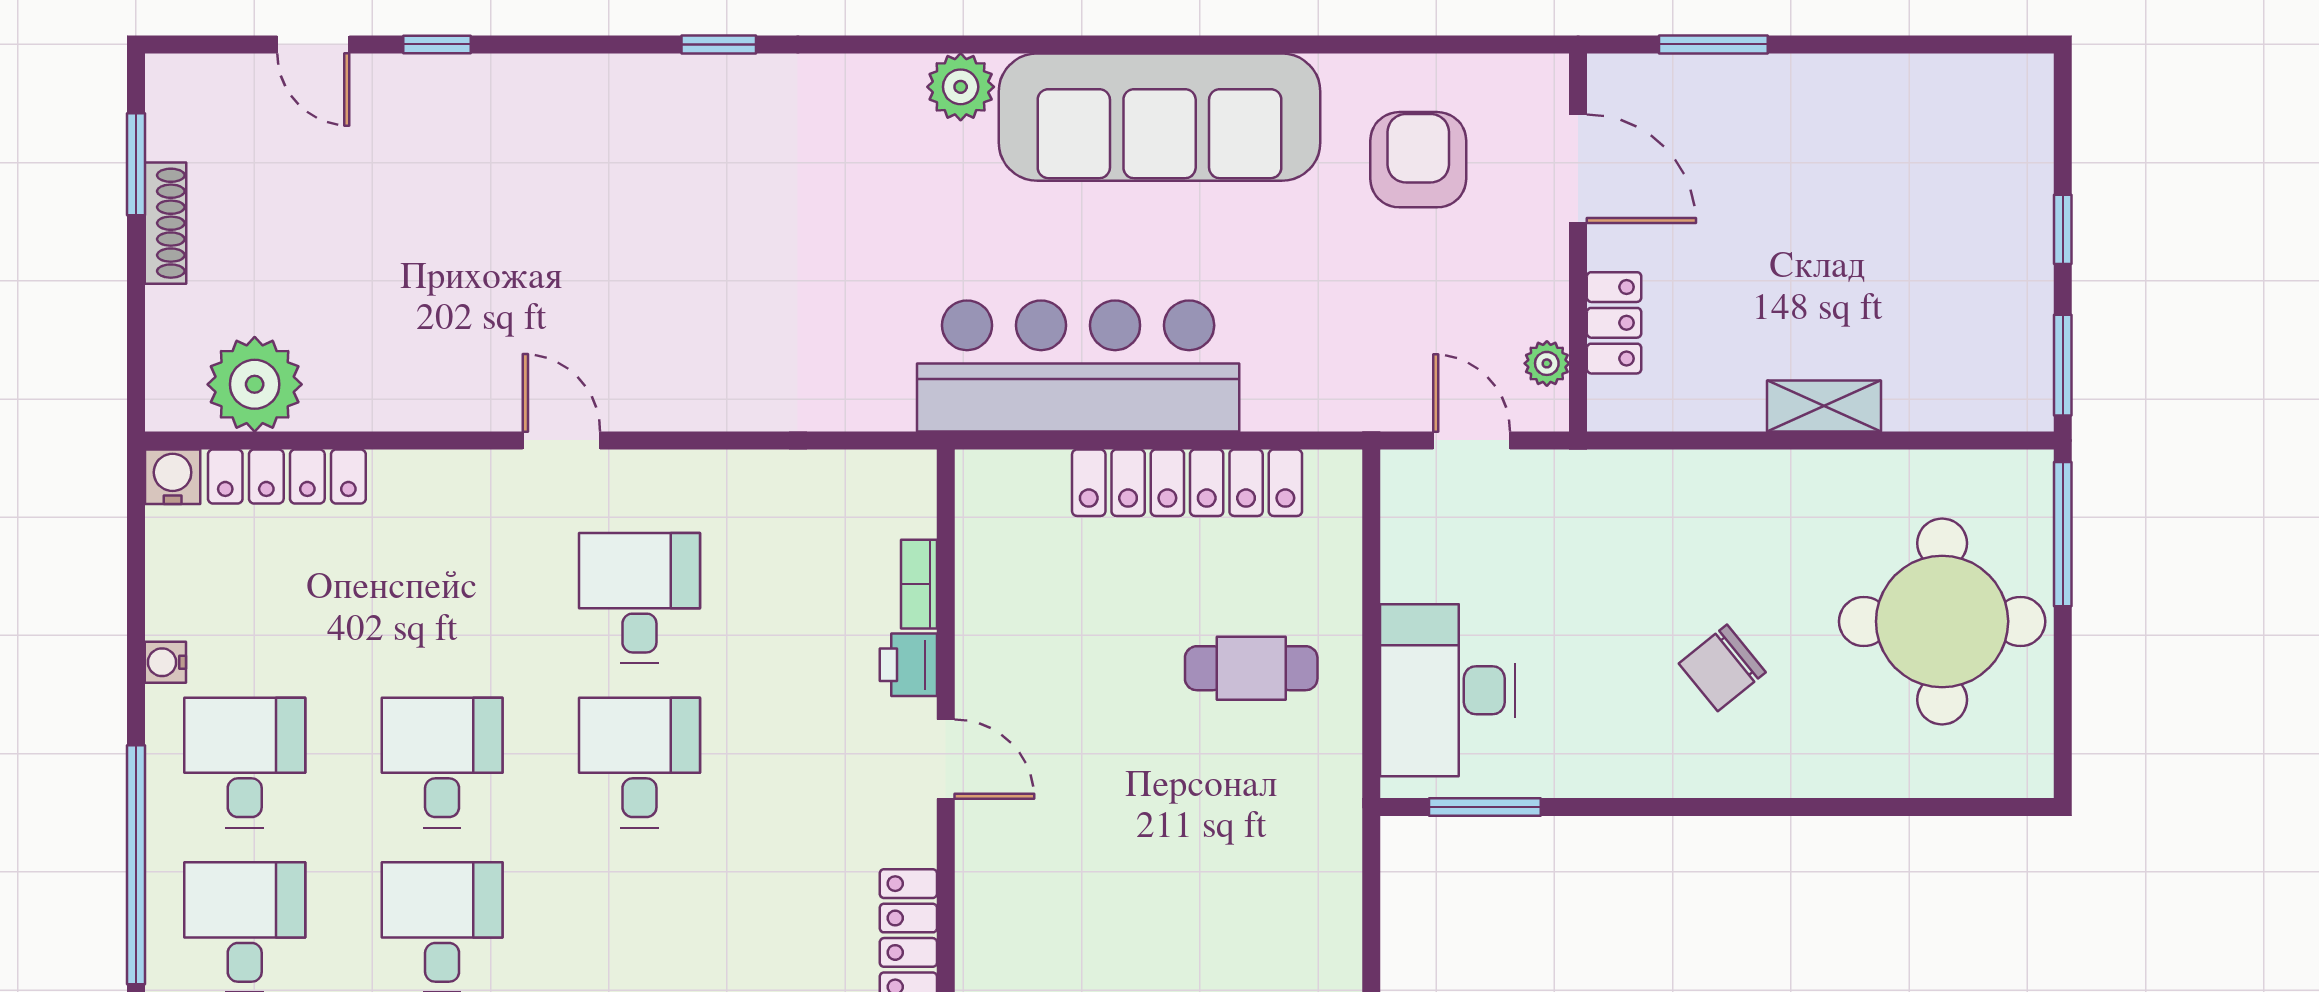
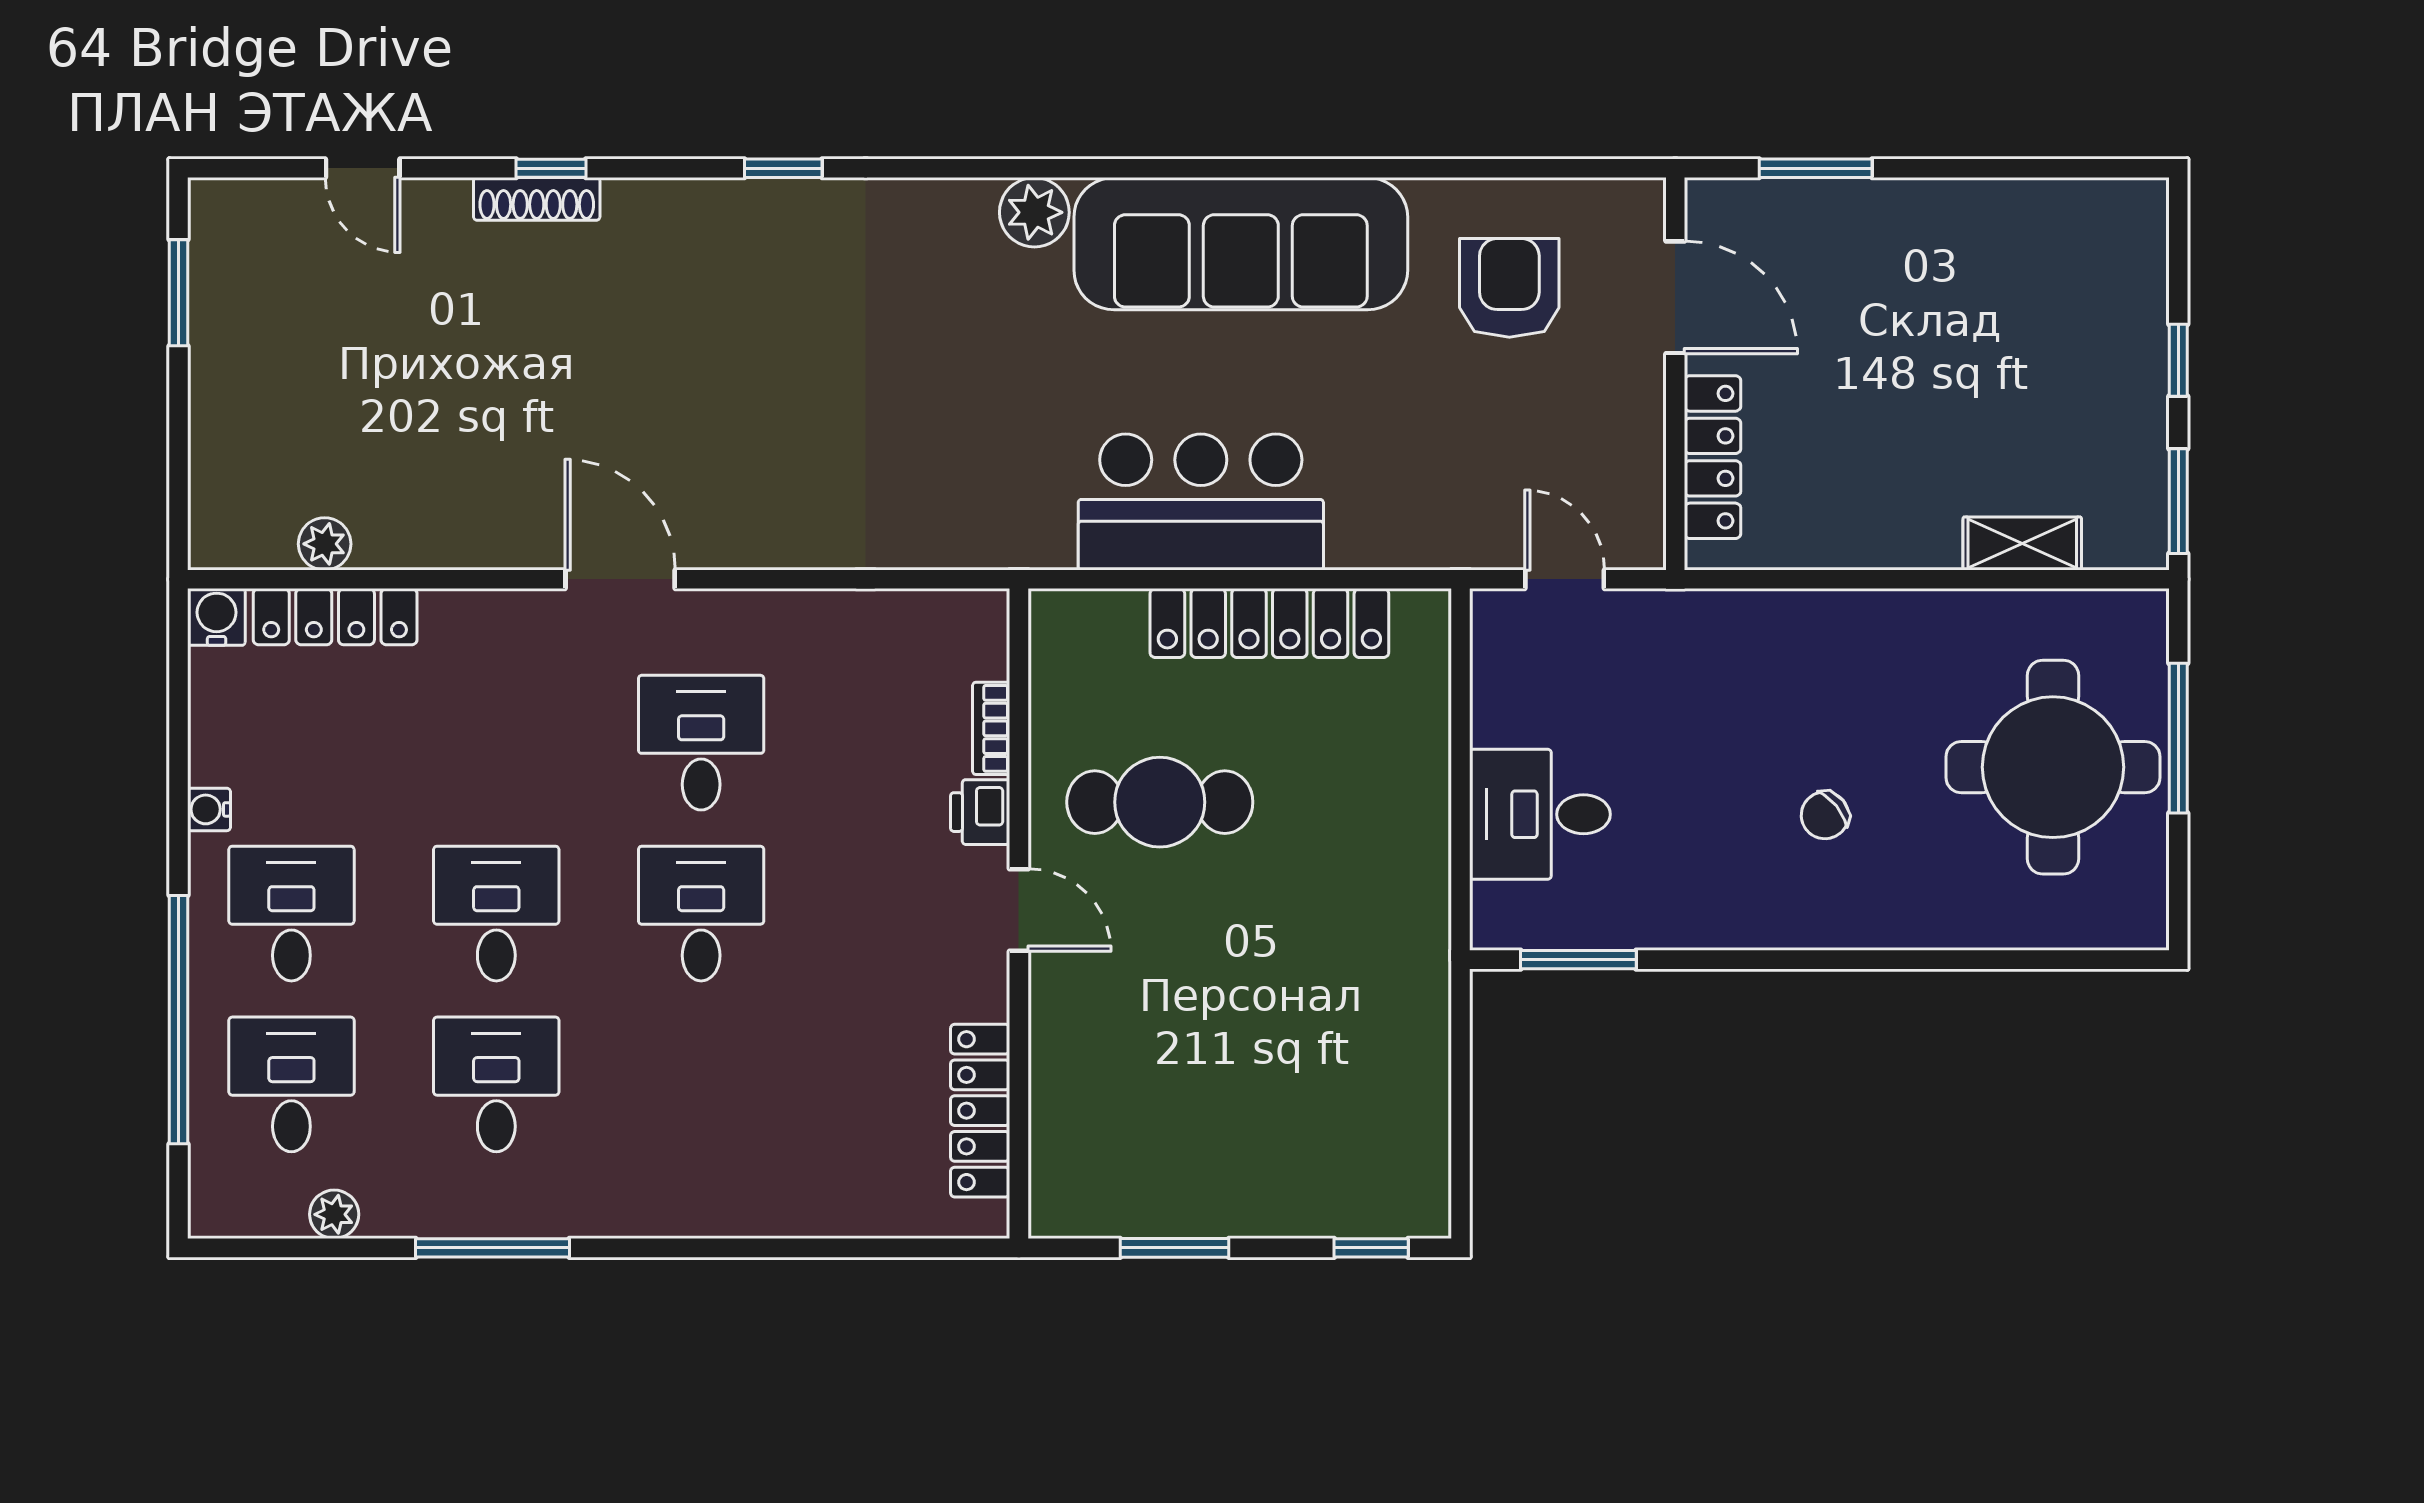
window: (437, 44) -> (551, 168), moved
shoe rack: (165, 223) -> (537, 199), moved, turned 90
locker: (1614, 323) -> (1713, 457), width x1.53
plant: (1547, 363) -> (1643, 499), removed
bar counter: (1078, 366) -> (1201, 502), width x0.73
plant: (255, 384) -> (325, 544), width x0.53, depth x0.53
shelving: (1824, 406) -> (2022, 543), moved
door: (561, 440) -> (620, 579), width x1.38
window: (2063, 534) -> (2178, 738), moved
cafe table: (1251, 668) -> (1160, 802), moved, width x1.37, depth x1.35
chair: (1722, 668) -> (1825, 815), width x0.73, depth x0.73
desk: (1448, 690) -> (1540, 814), width x0.73

